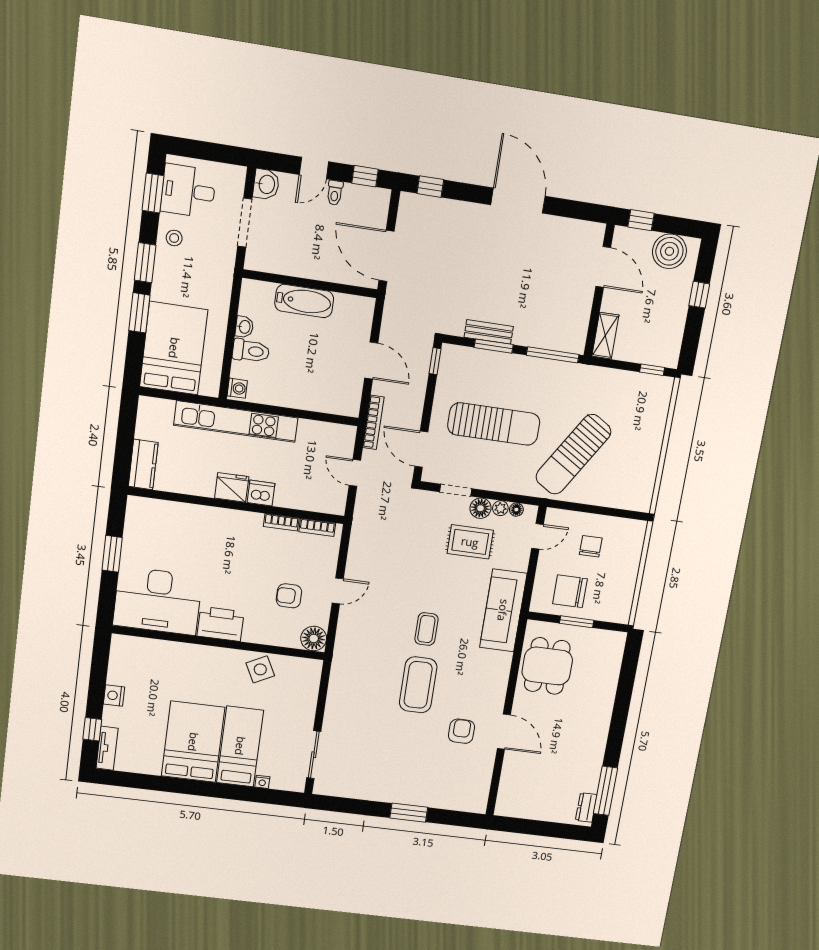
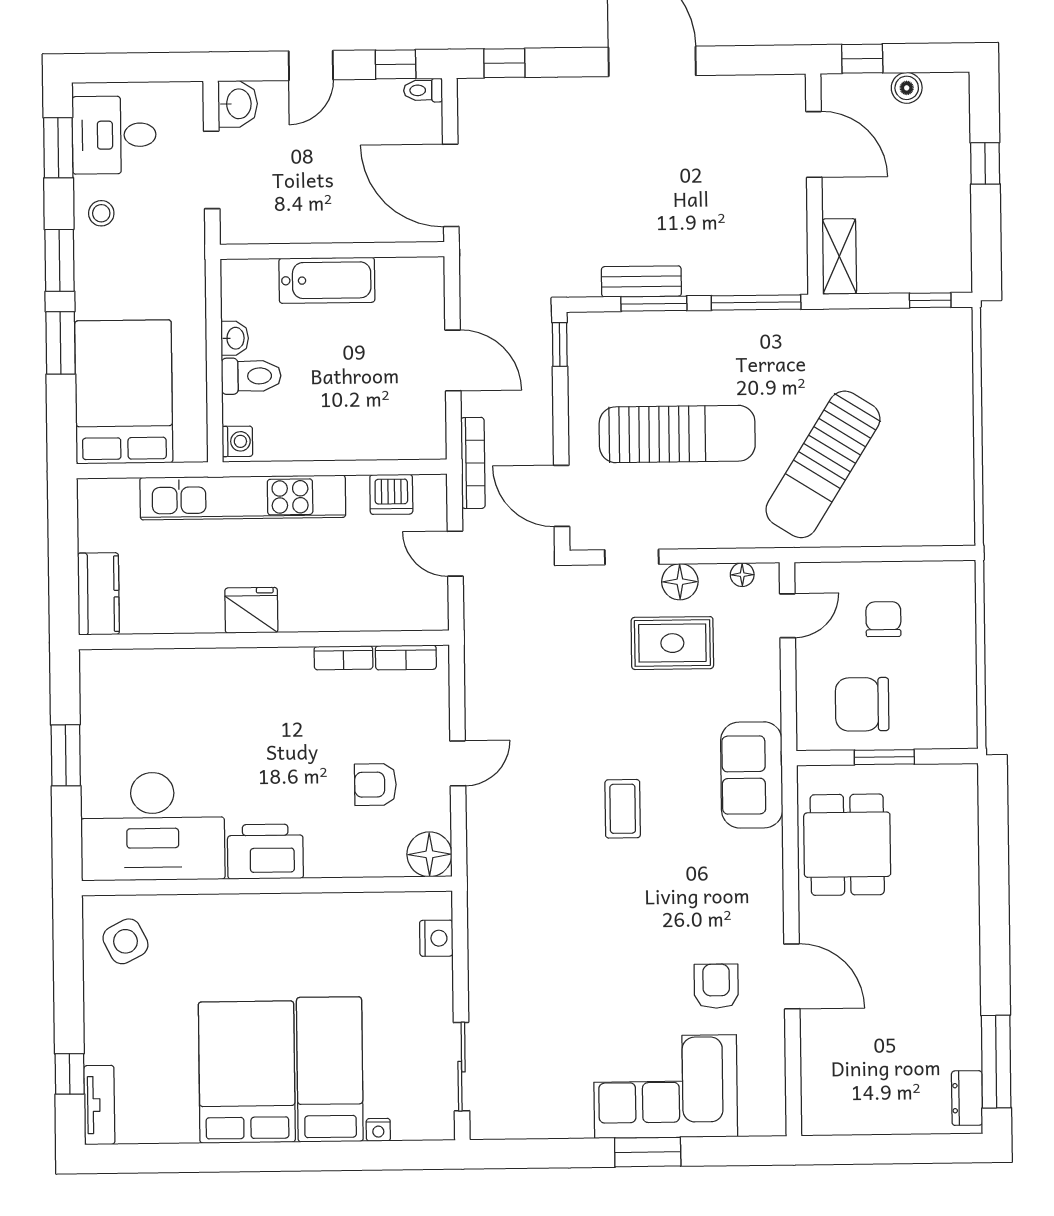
toilet: (335, 193) -> (423, 90), moved, turned 90
boiler: (669, 251) -> (907, 88), width x0.54, depth x0.54
dishwasher: (261, 493) -> (391, 494), moved, turned 180
plant: (500, 508) -> (714, 576), removed
sofa: (503, 610) -> (752, 775), width x0.73
side table: (260, 669) -> (125, 941), moved
coffee table: (418, 685) -> (625, 912), removed
nightstand: (114, 696) -> (436, 938), moved, turned 180
corner sofa: (424, 780) -> (665, 1087), added

